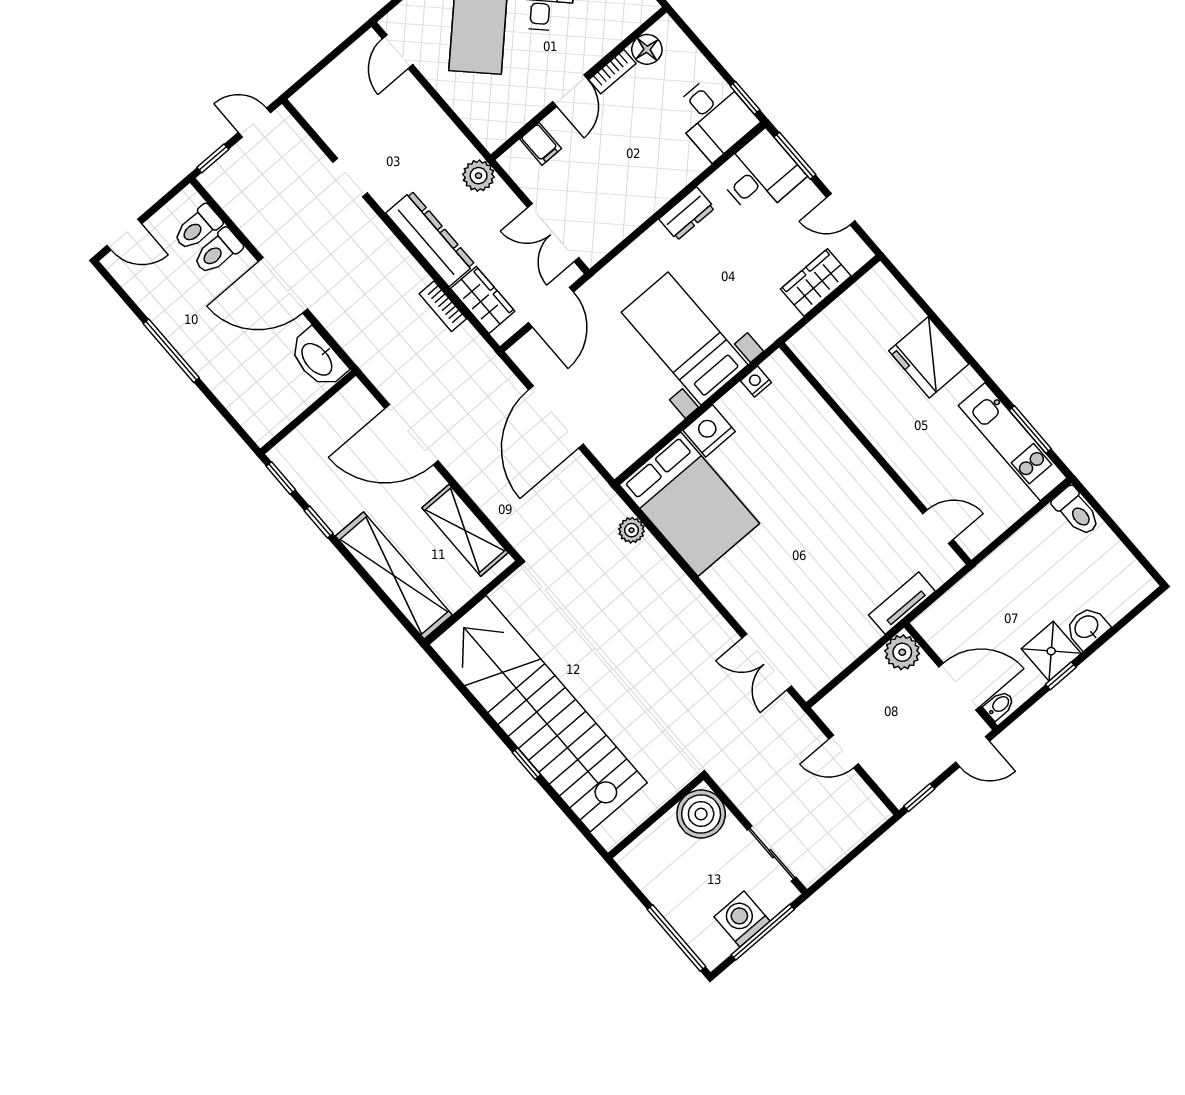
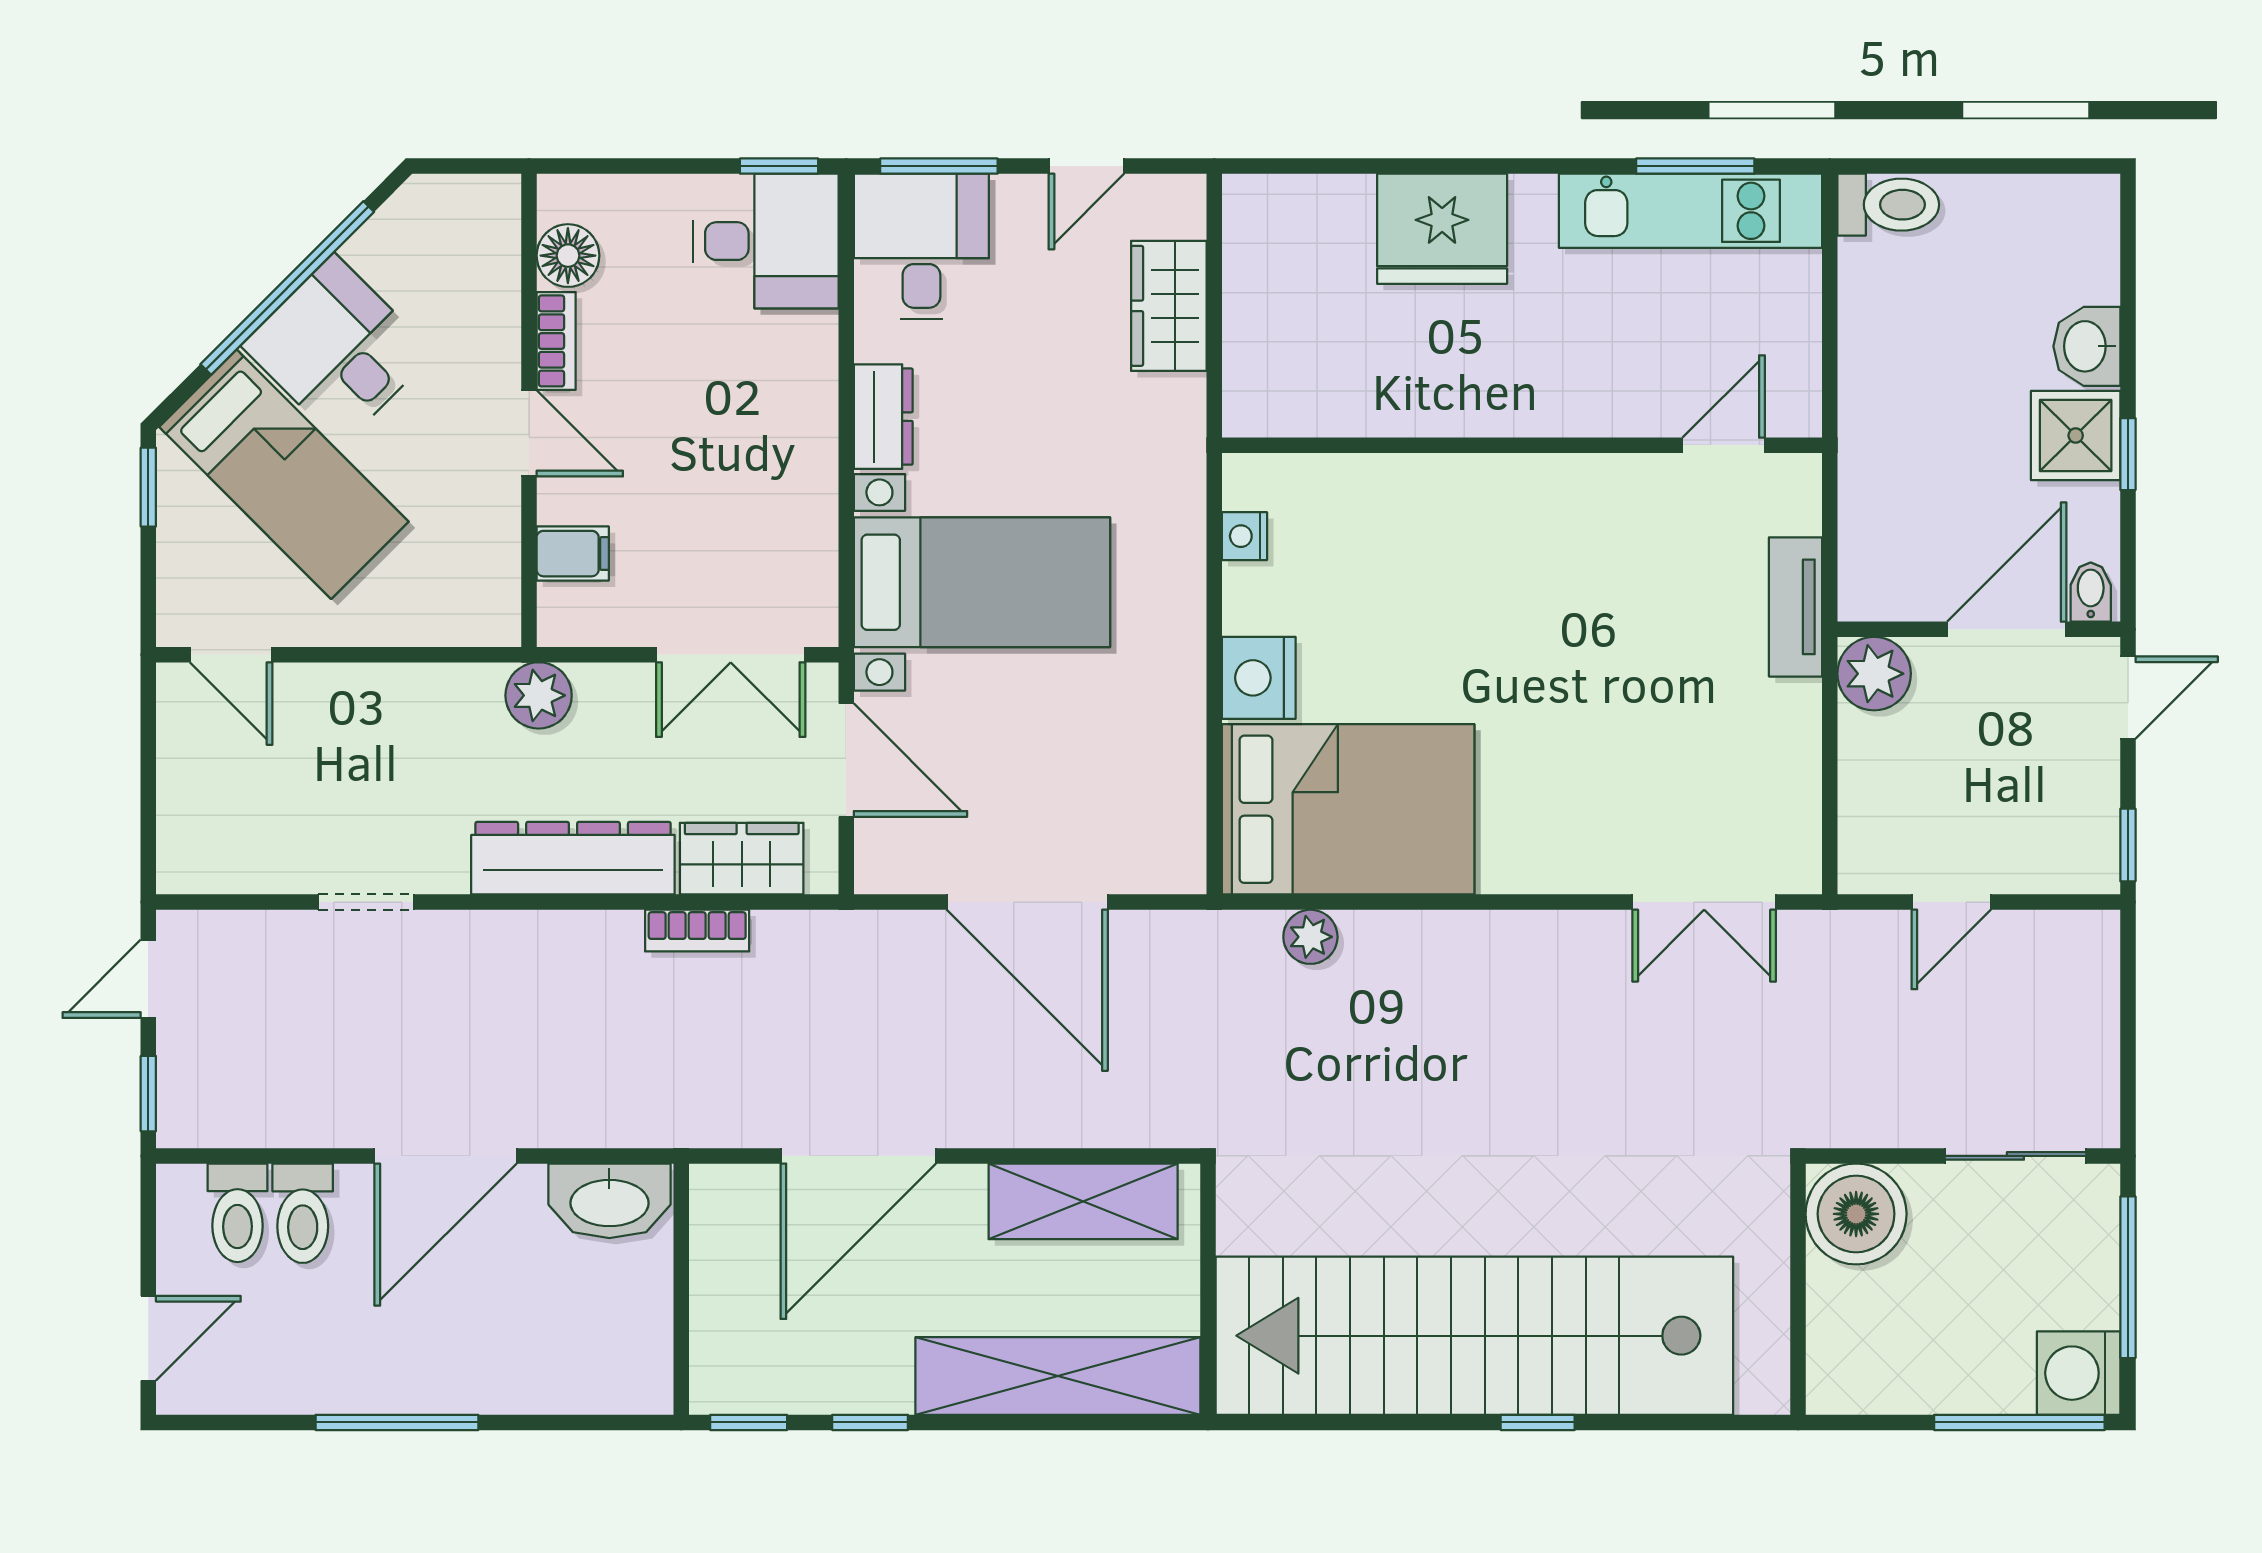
bed with nightstands: (685, 338) -> (982, 582), moved, turned 180
washing machine: (742, 919) -> (2079, 1373), moved

